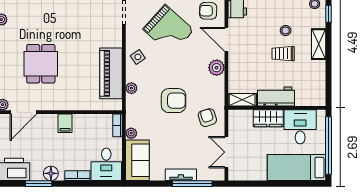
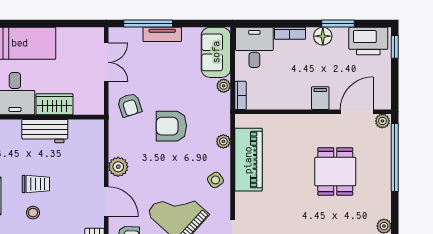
shelving: (242, 100) -> (87, 127), removed
filing cabinet: (65, 123) -> (320, 98), moved

